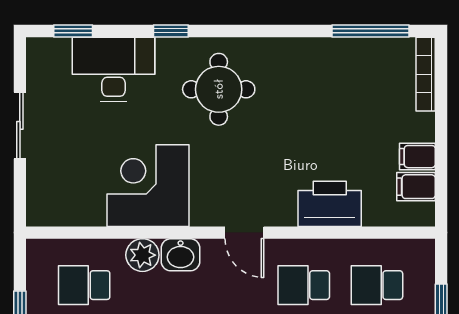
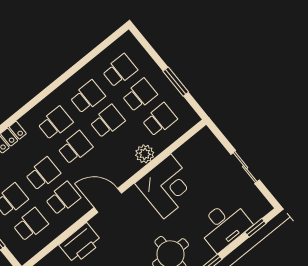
door: (244, 233) -> (108, 200), width x1.38
washbasin: (181, 255) -> (128, 168), removed

